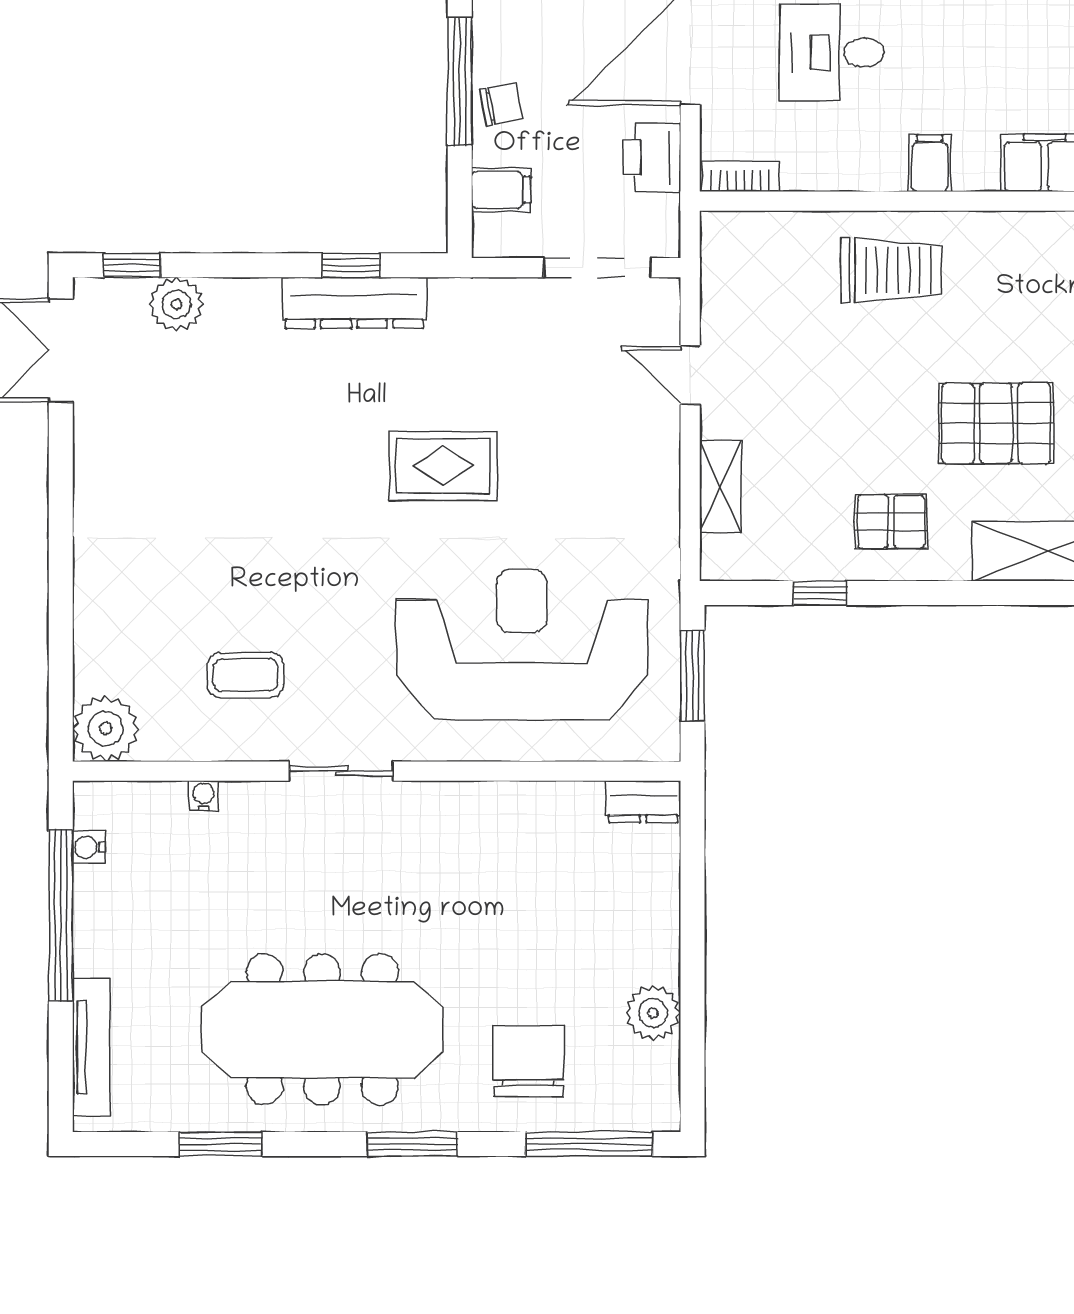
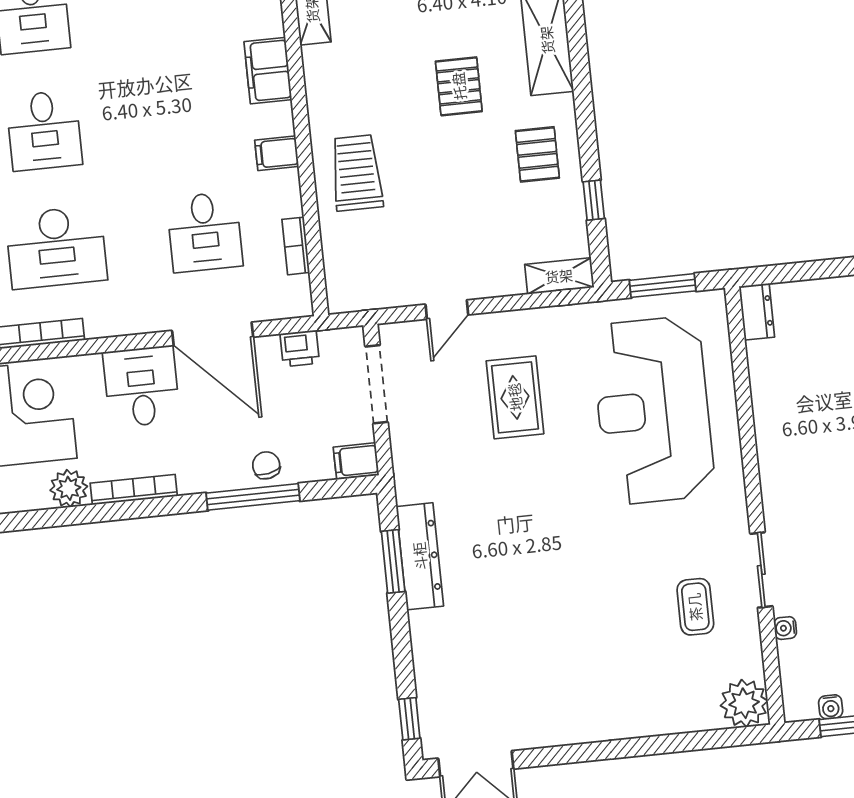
printer: (652, 158) -> (300, 348), width x0.73, depth x0.81
bookcase: (740, 176) -> (296, 246), moved
filing cabinet: (501, 190) -> (356, 461), moved, turned -90
window: (351, 265) -> (393, 561), width x1.50
plant: (177, 304) -> (434, 684), removed
pallet: (996, 423) -> (459, 86), width x0.67, depth x0.71
rug: (443, 466) -> (515, 397), moved
shelving: (720, 487) -> (559, 276), moved
sliding door: (341, 771) -> (761, 570), moved

